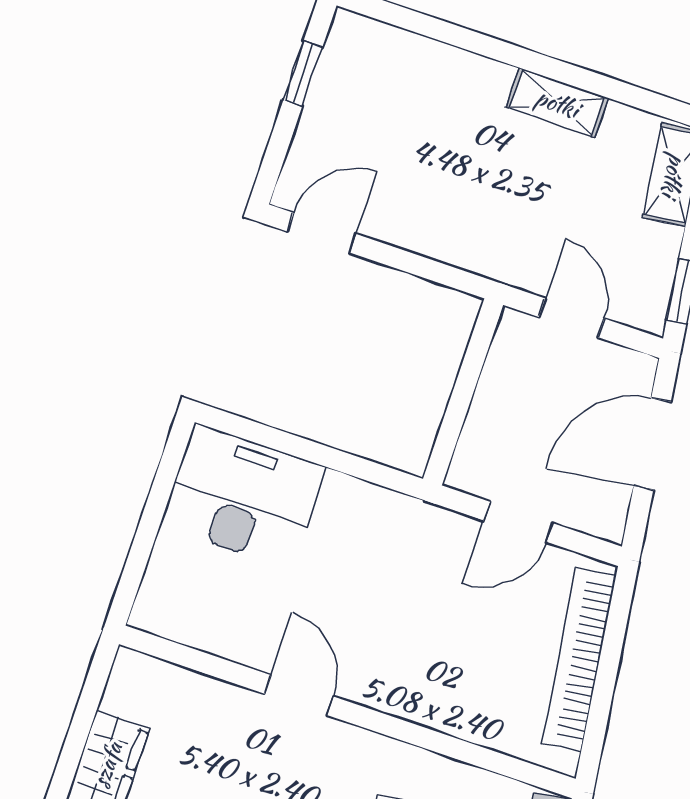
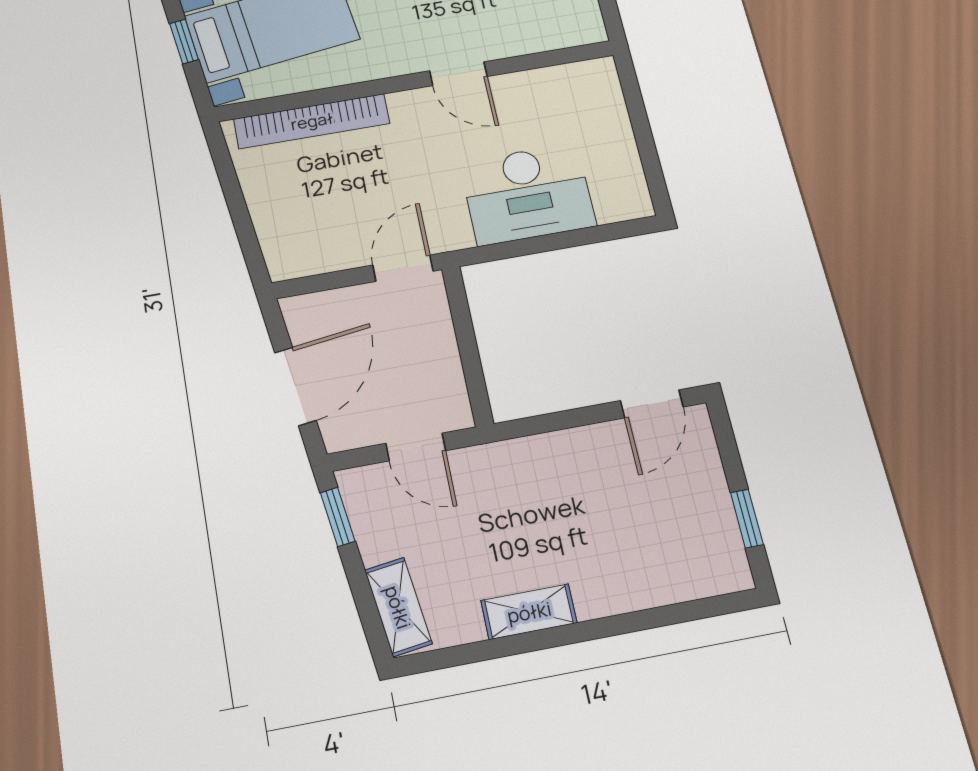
desk: (243, 496) -> (527, 194), moved
door: (518, 522) -> (403, 268), moved
bookcase: (579, 659) -> (312, 121), moved, turned 98

